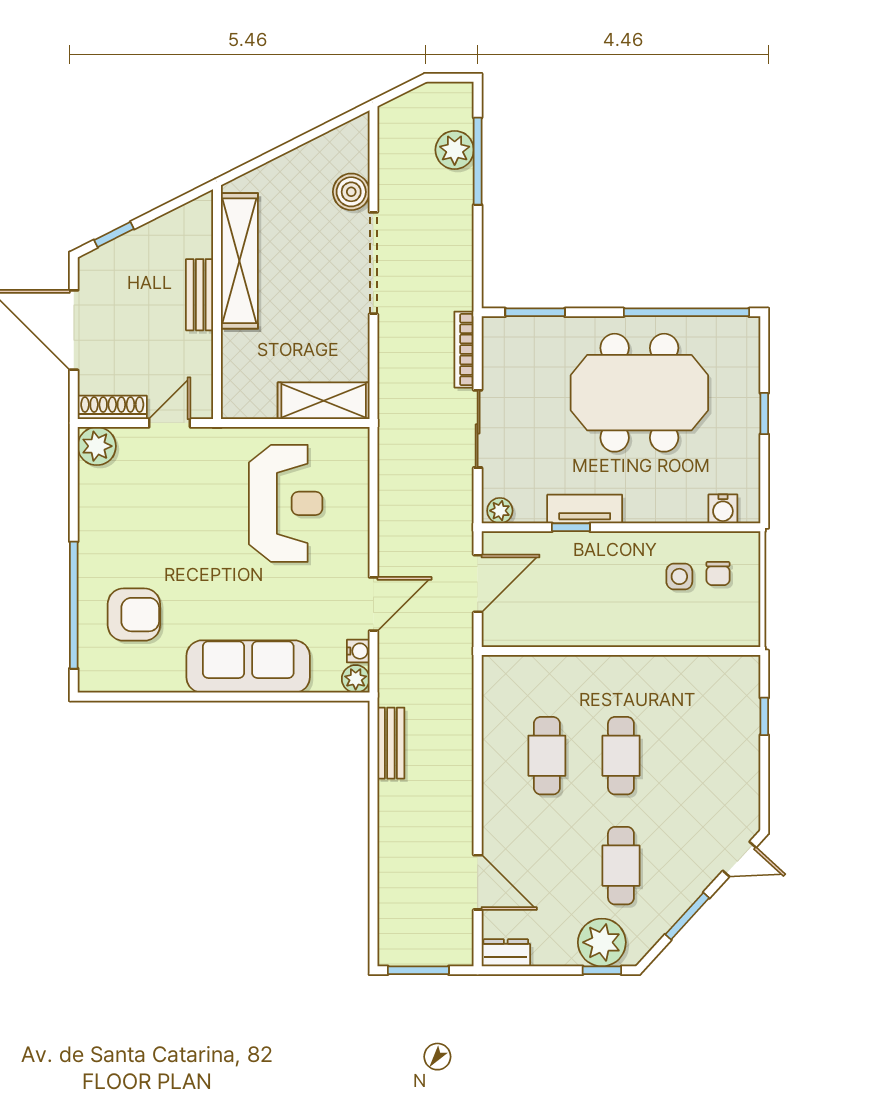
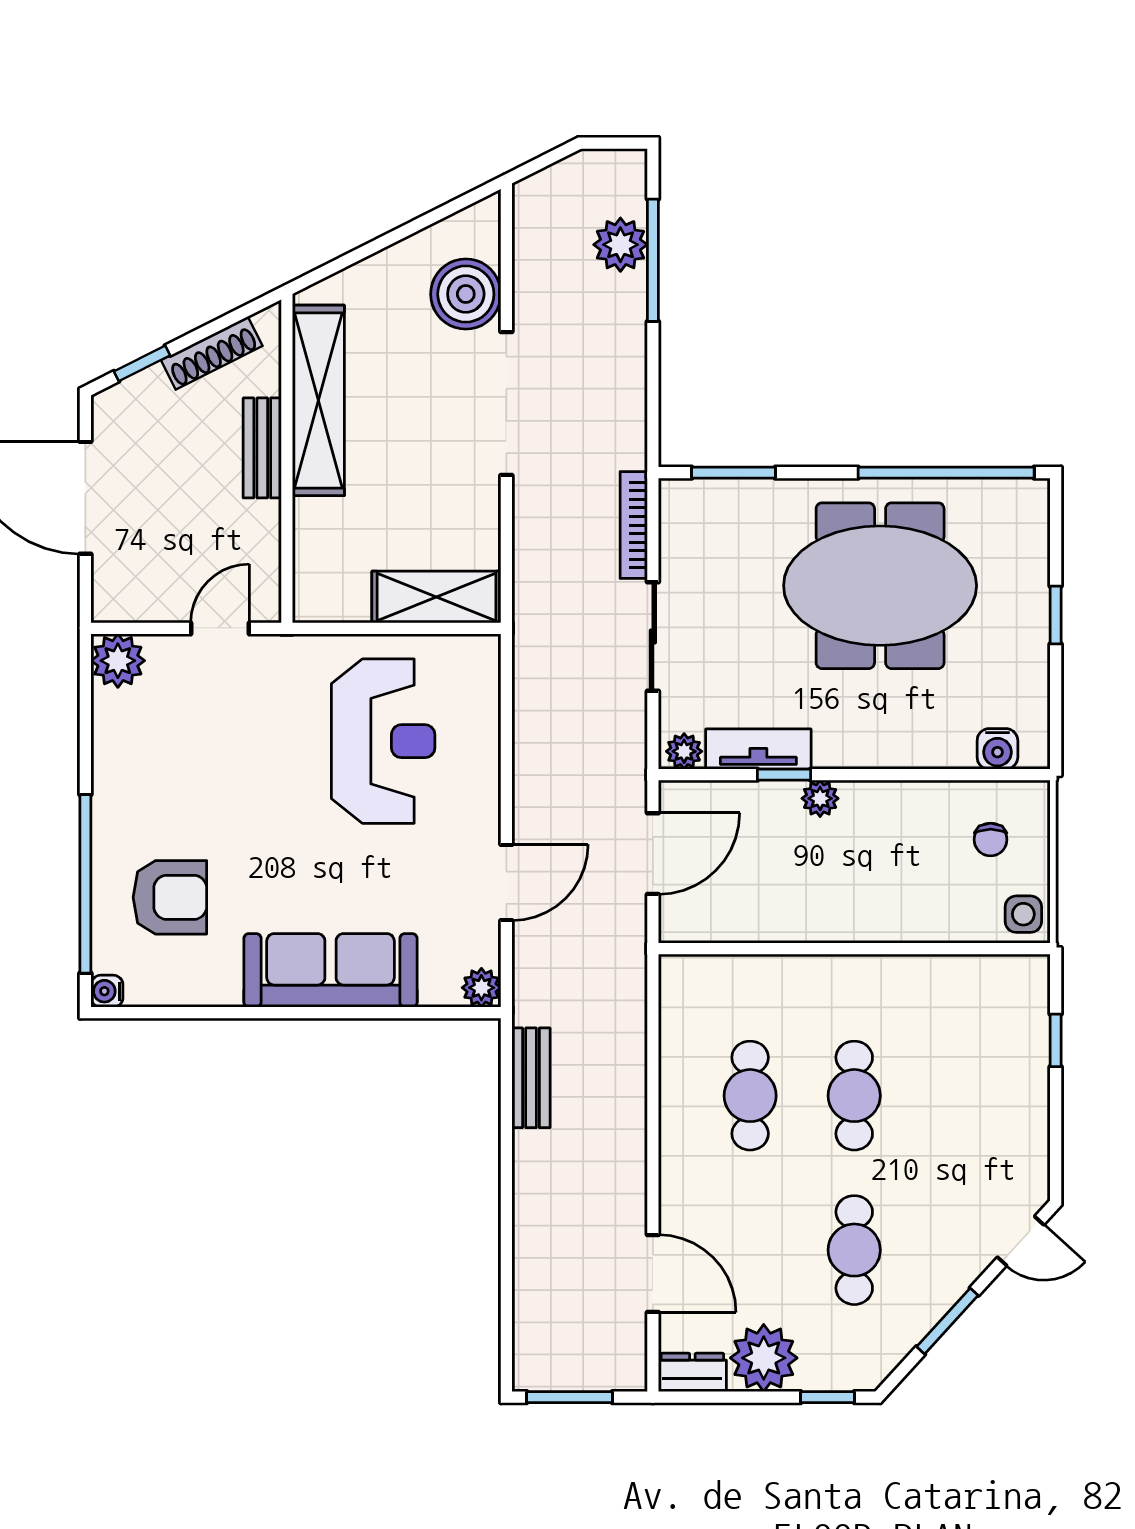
boiler: (351, 192) -> (466, 294), width x1.37, depth x1.37
shoe rack: (112, 407) -> (212, 353), moved, turned 153
tv unit: (585, 509) -> (758, 749), moved
plant: (597, 544) -> (820, 798), added
side table: (679, 576) -> (1023, 914), moved
water cooler: (358, 651) -> (107, 991), moved, turned 180
plant: (602, 942) -> (764, 1358), moved

